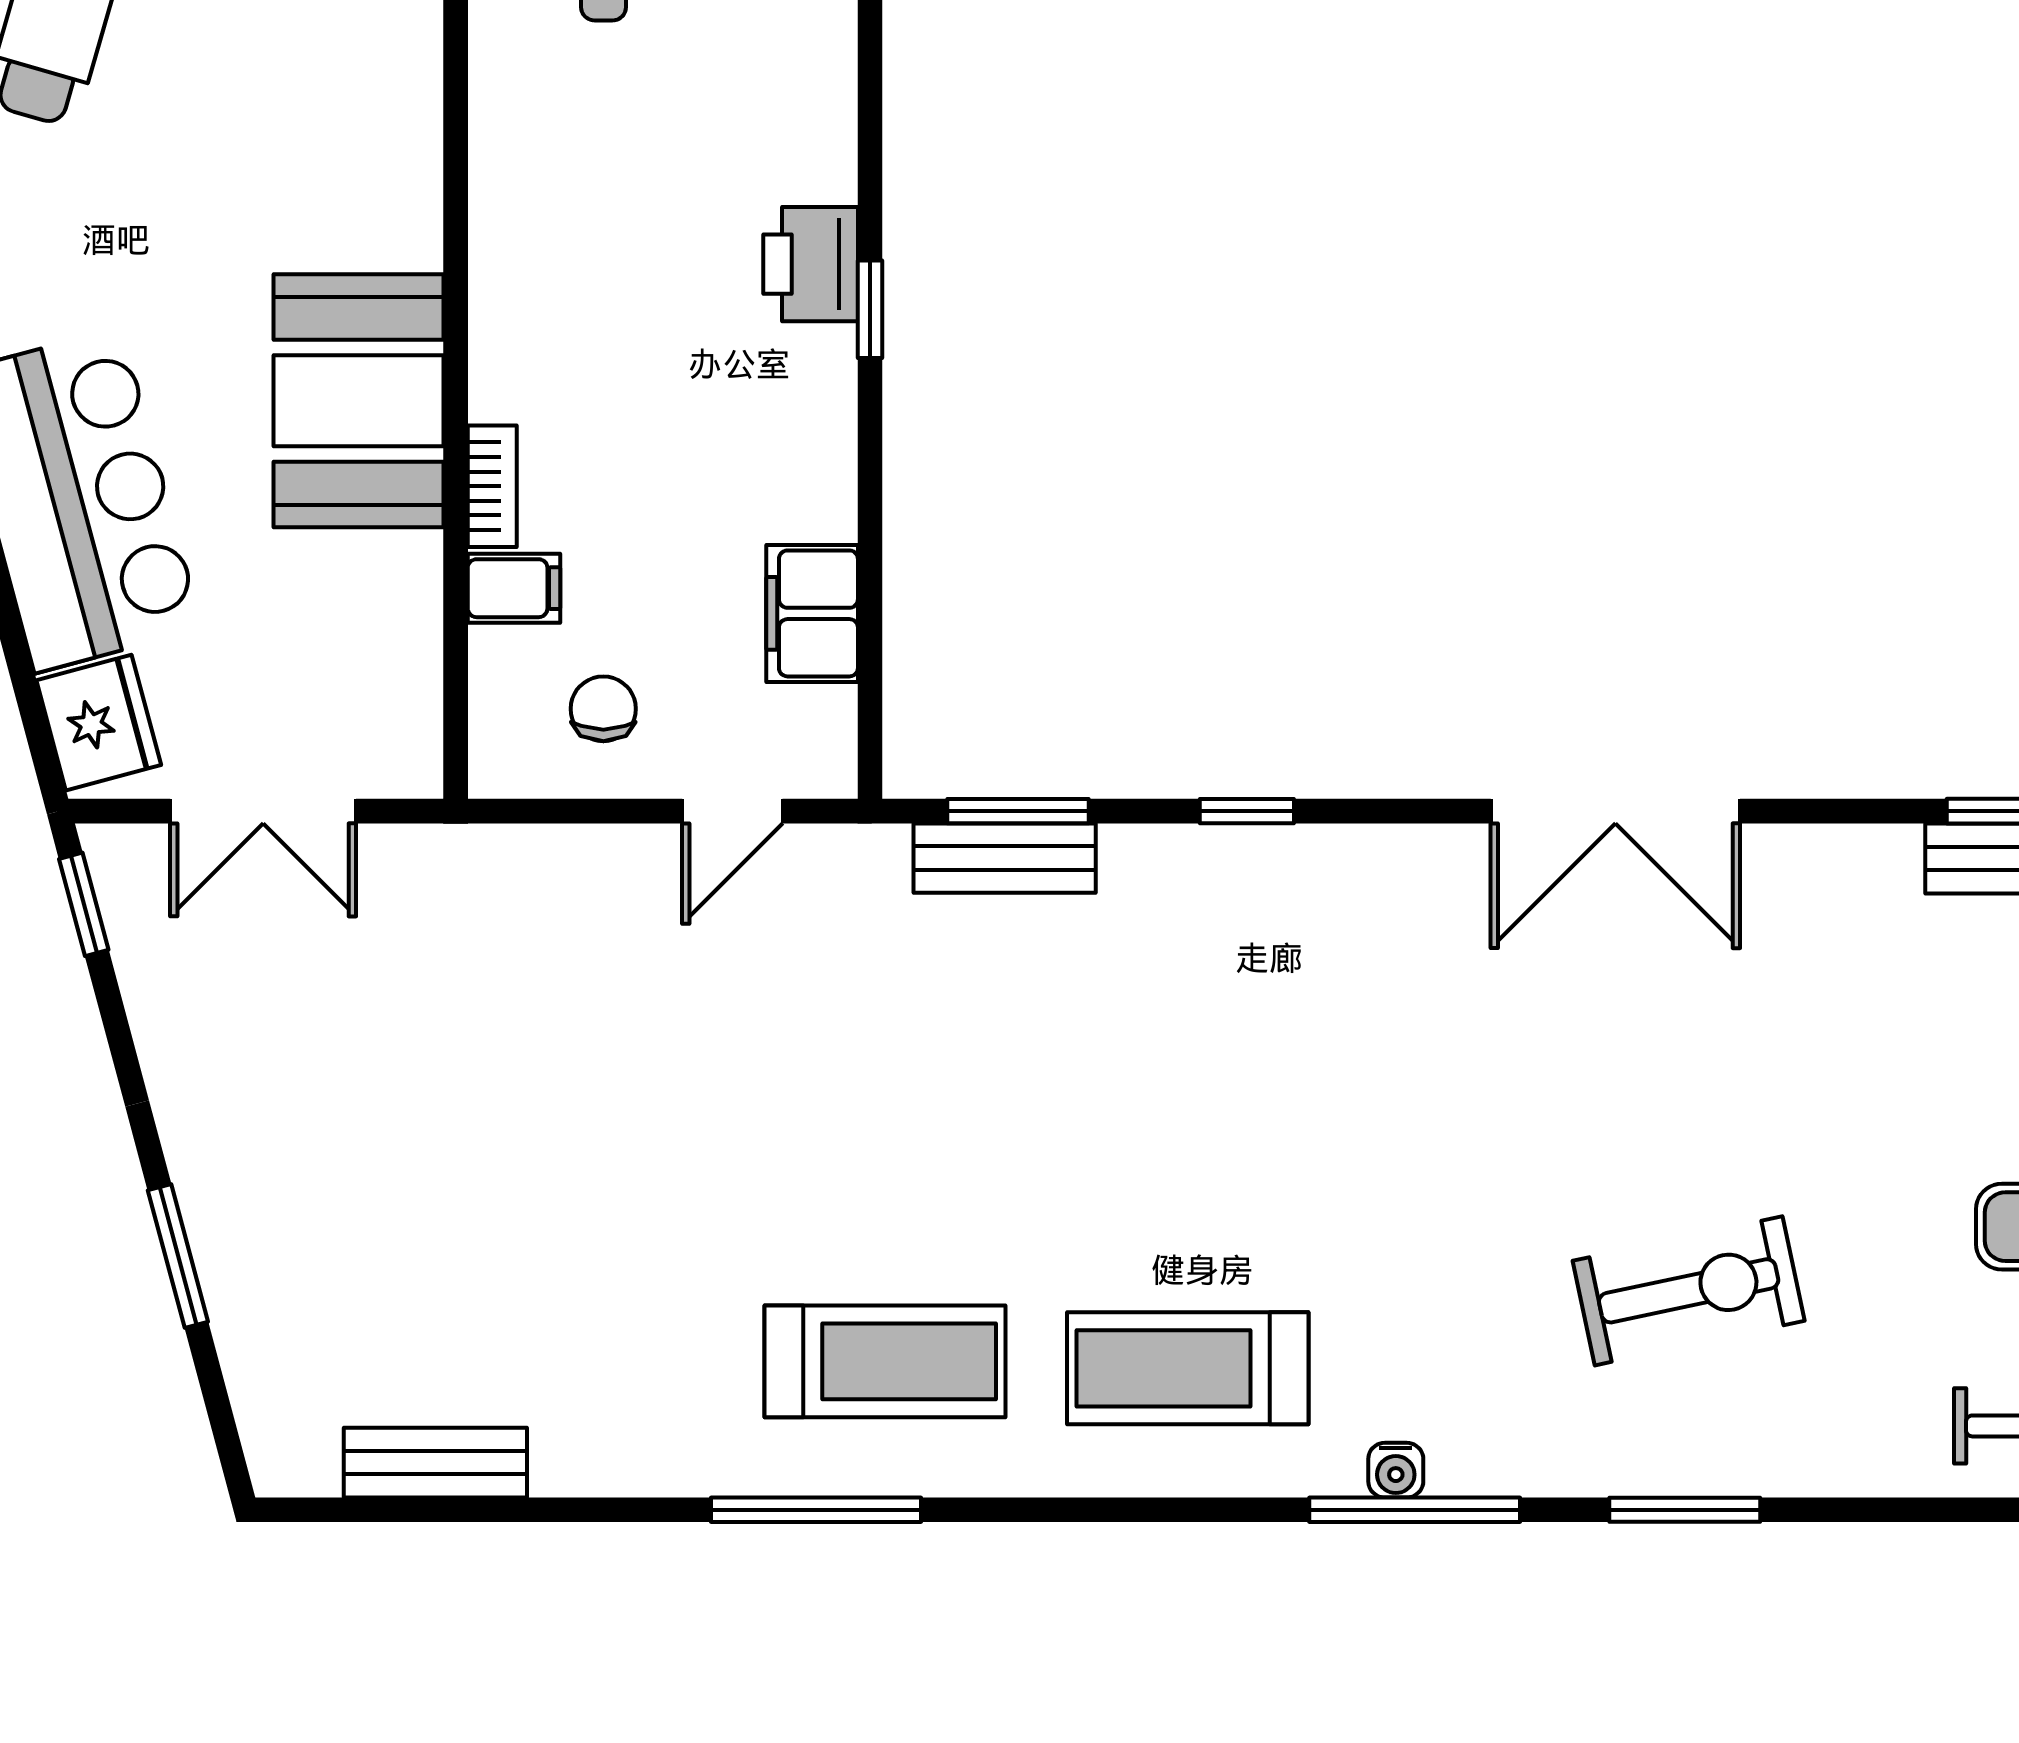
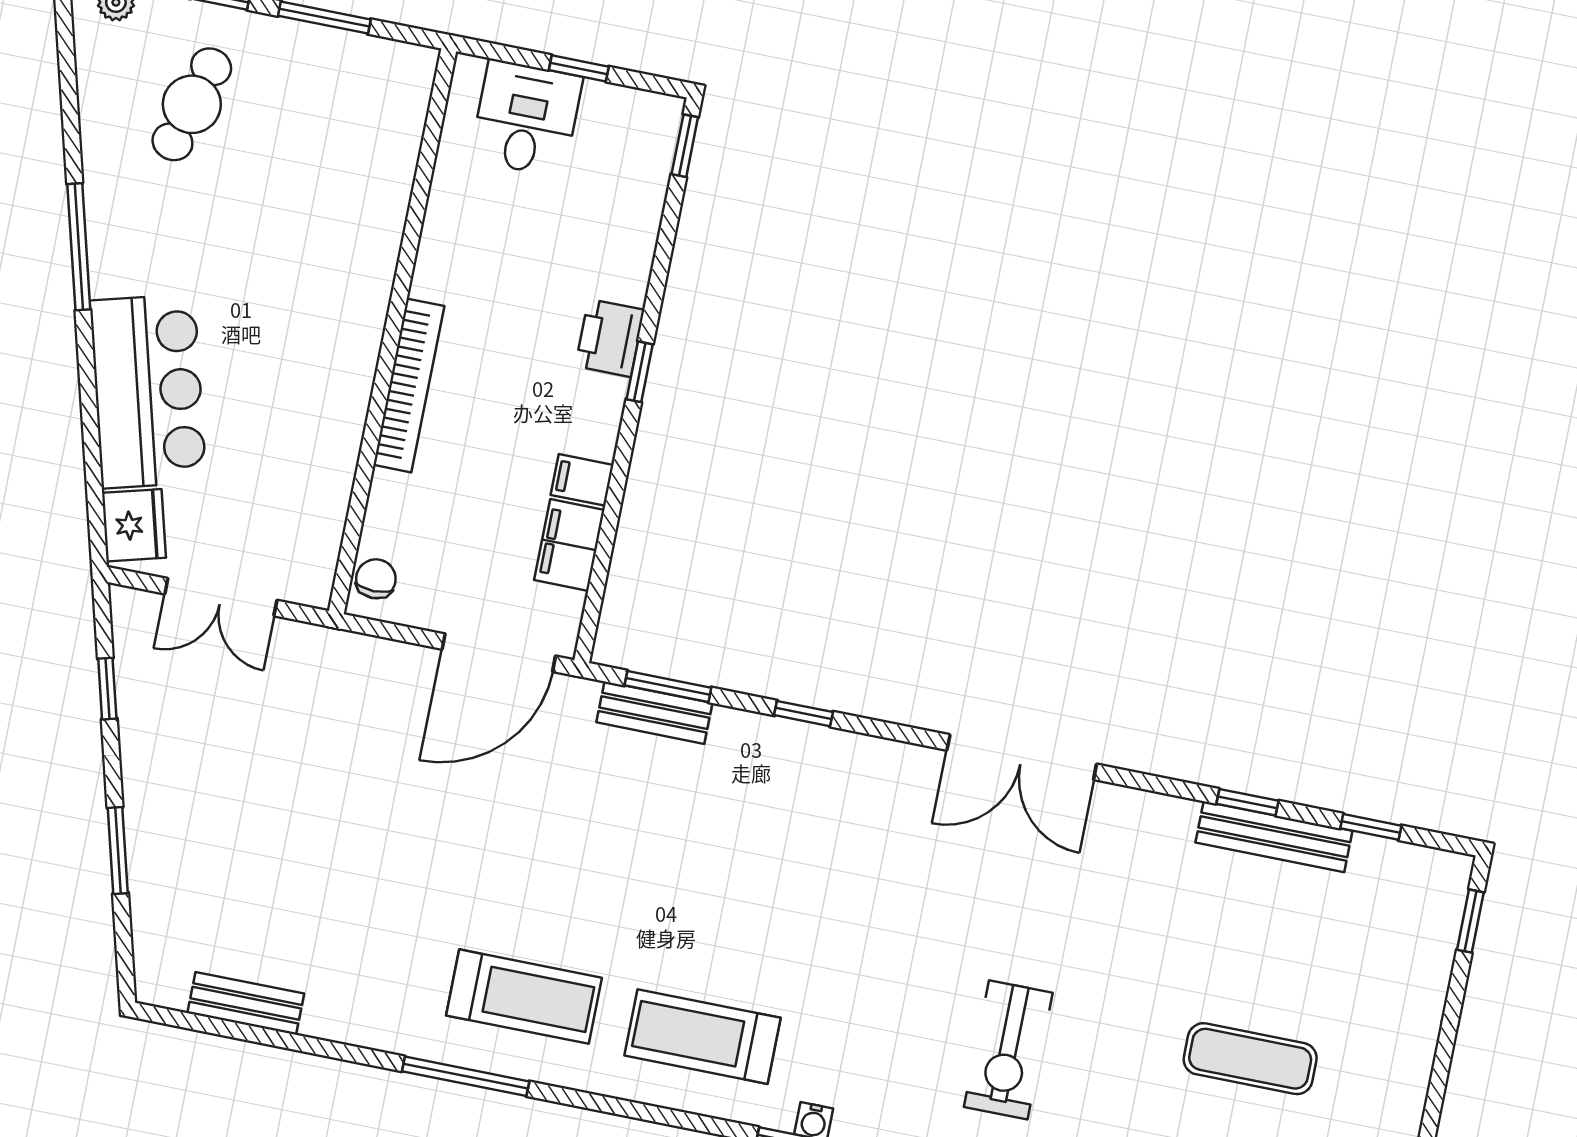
booth: (359, 401) -> (326, 365), removed
bookcase: (492, 486) -> (409, 385), width x2.31, depth x1.31
filing cabinet: (514, 588) -> (582, 480), moved, turned 180
chair: (603, 709) -> (376, 579), moved
door: (732, 811) -> (499, 653), width x1.88
window: (84, 904) -> (107, 689), moved
exercise bike: (1689, 1291) -> (1008, 1050), turned 102

